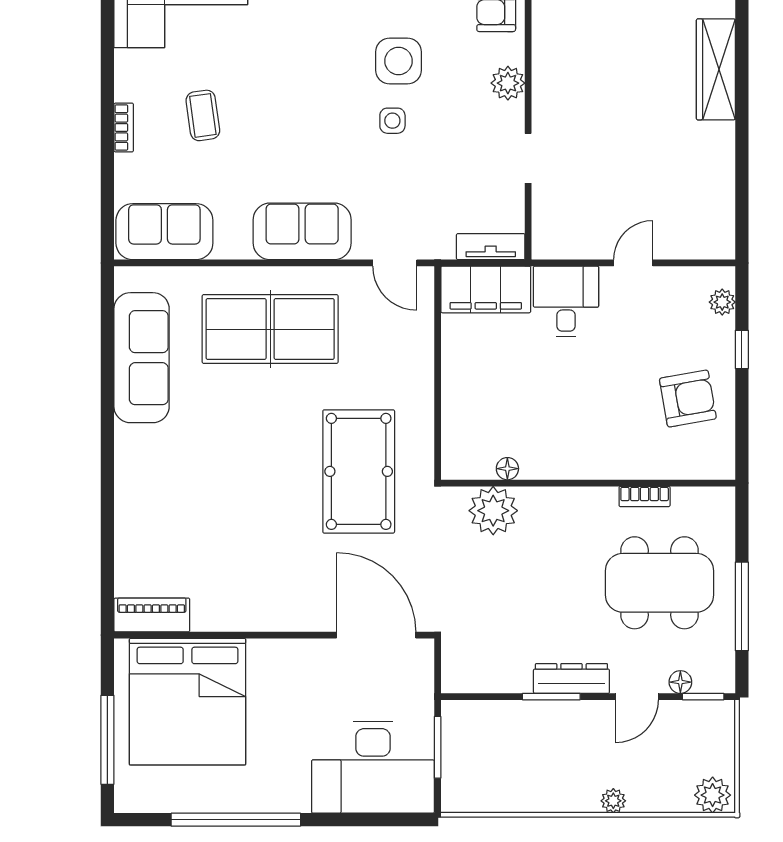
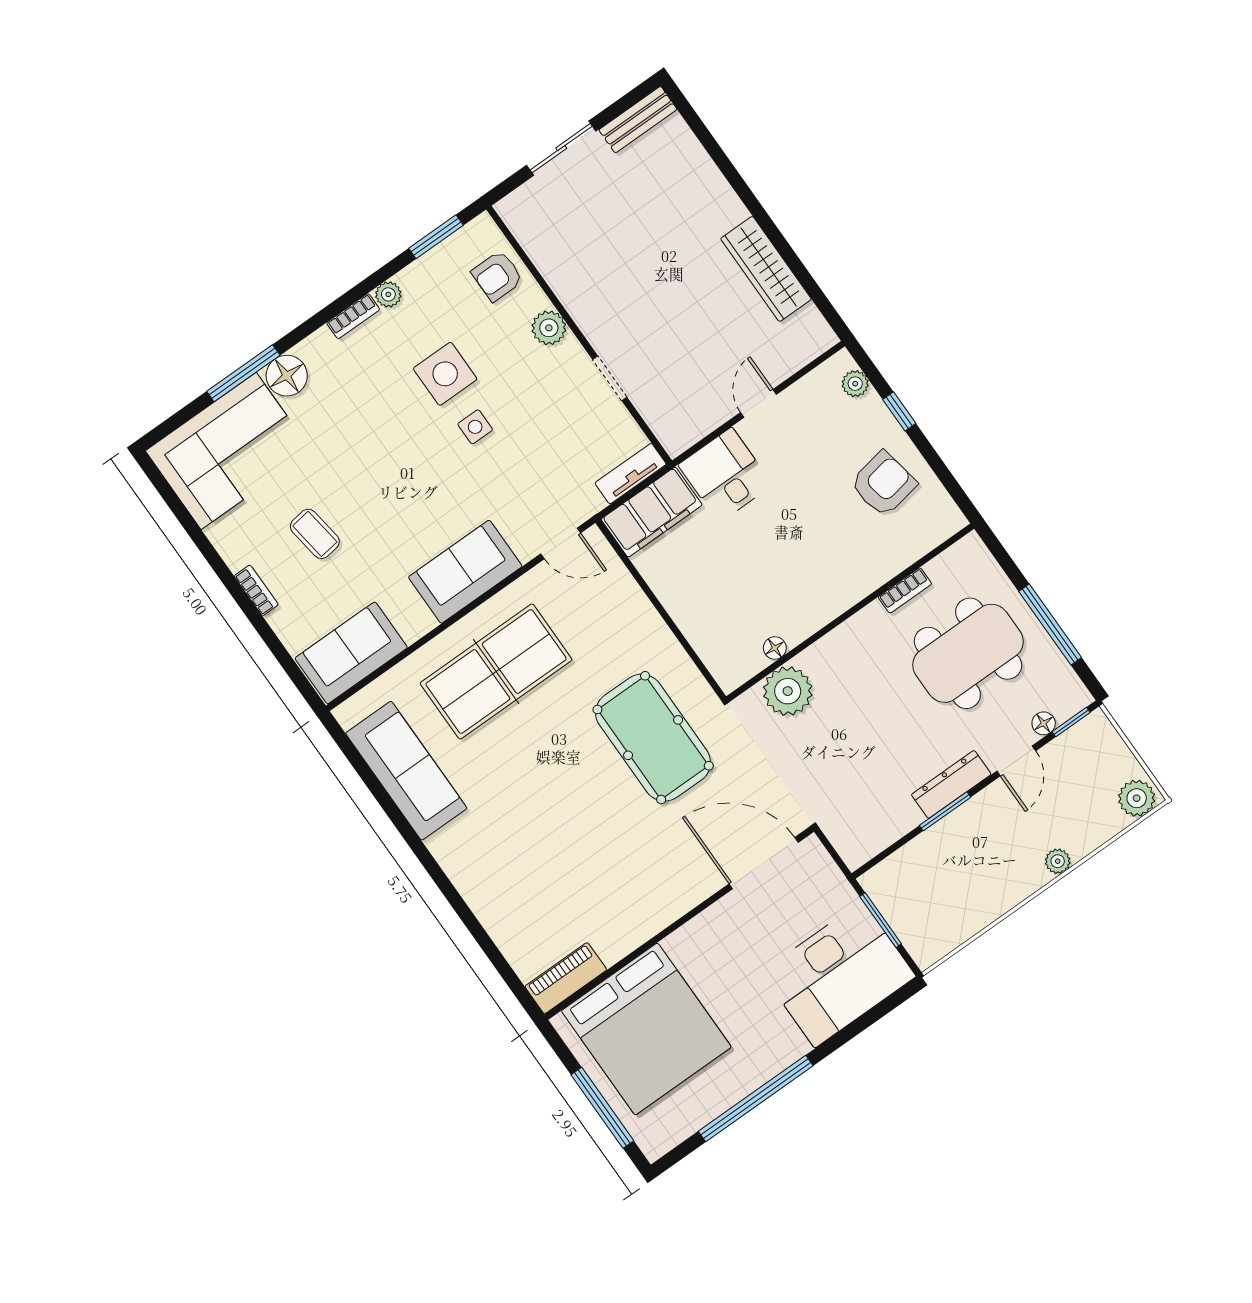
wardrobe: (716, 69) -> (766, 269), moved

